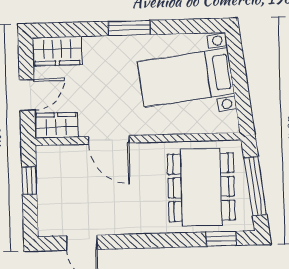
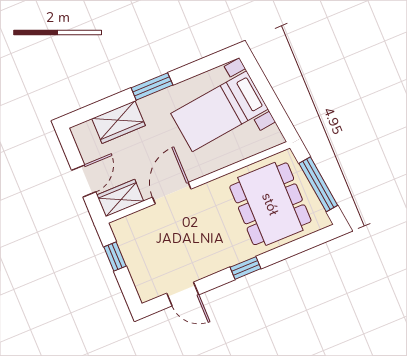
wardrobe: (57, 51) -> (119, 122), moved
door: (109, 140) -> (172, 193), swing flipped
window: (221, 239) -> (245, 268), moved

